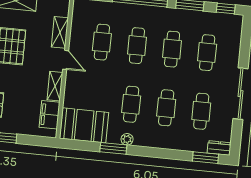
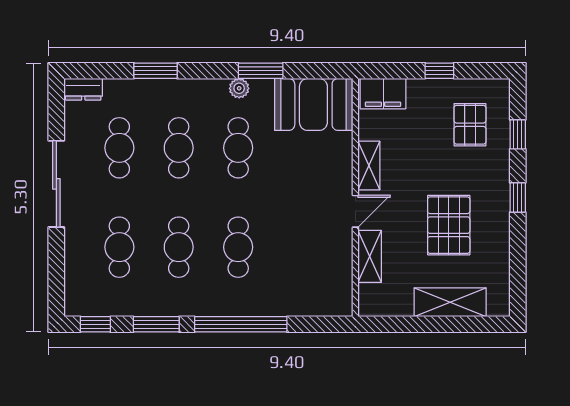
cafe table: (102, 42) -> (298, 247), removed
door: (66, 60) -> (355, 211), swing flipped
filing cabinet: (50, 115) -> (383, 94), moved, turned 90
window: (206, 158) -> (156, 71), moved

